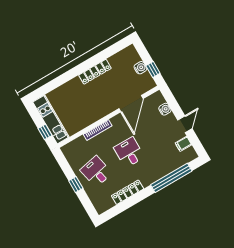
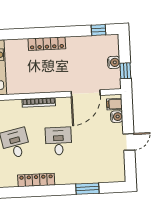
window: (115, 48) -> (99, 30), added
locker: (95, 72) -> (47, 44), moved
filing cabinet: (183, 144) -> (114, 104), moved
window: (171, 178) -> (87, 189), width x0.47

